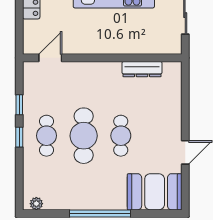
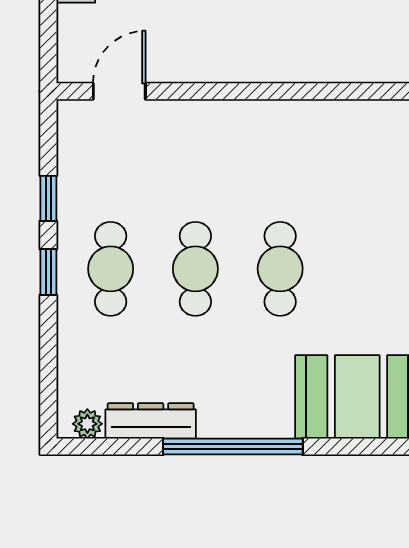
dresser: (142, 69) -> (151, 421), moved, turned 180
cafe table: (84, 136) -> (195, 269), width x0.73, depth x0.74

